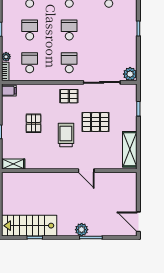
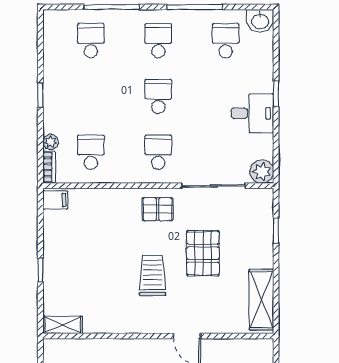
school desk: (30, 30) -> (91, 96), removed
desk: (125, 40) -> (252, 113), added
pallet: (95, 122) -> (203, 253), turned 90
pallet: (33, 123) -> (97, 255), removed

